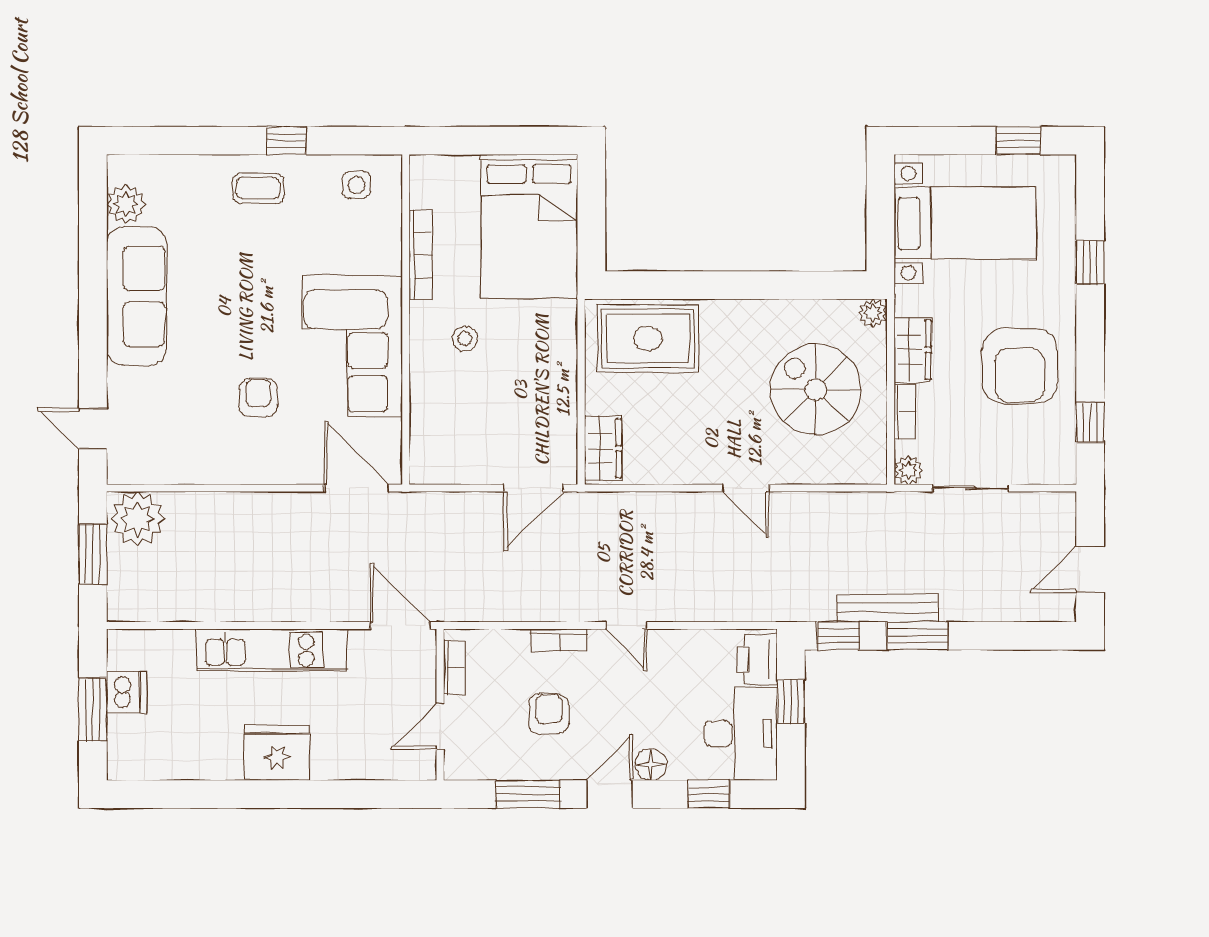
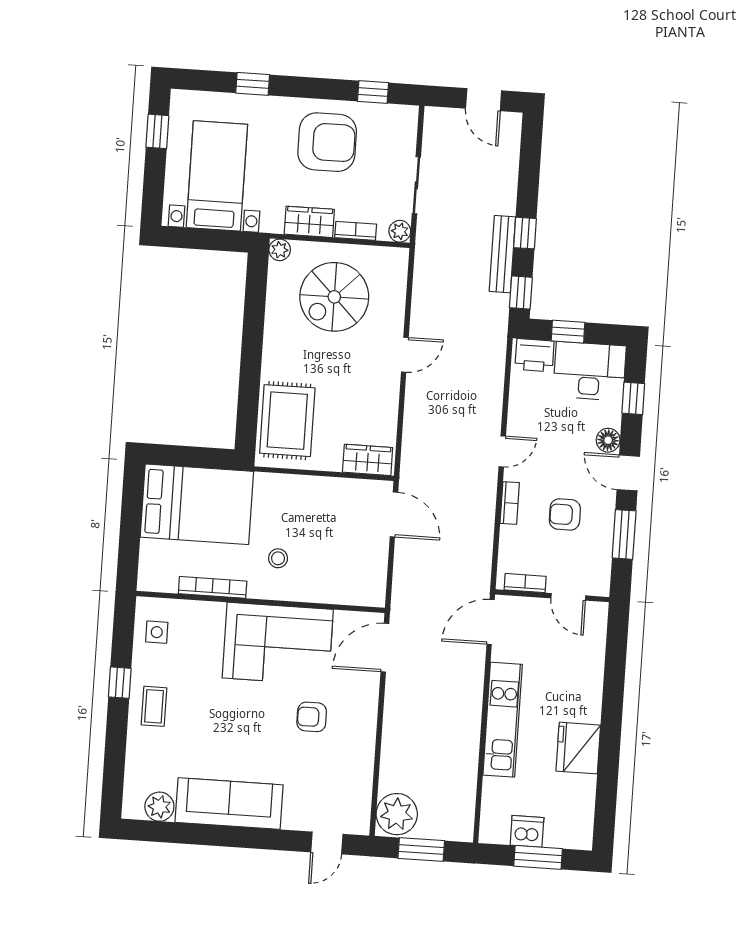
window: (917, 636) -> (525, 233), width x0.67
fridge: (277, 753) -> (578, 748), moved

